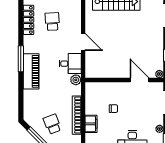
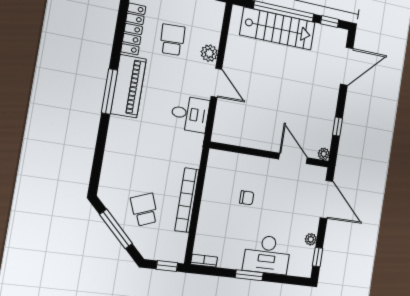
piano: (31, 71) -> (128, 86), moved
plant: (76, 80) -> (209, 53), moved
filing cabinet: (91, 124) -> (208, 218), removed

